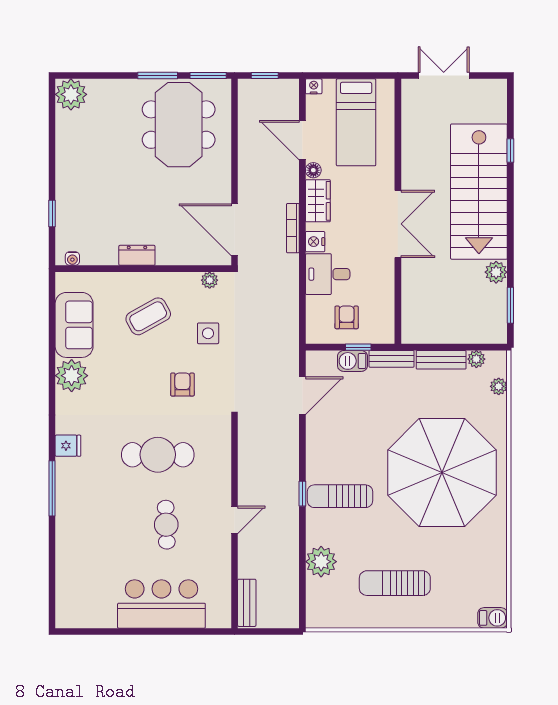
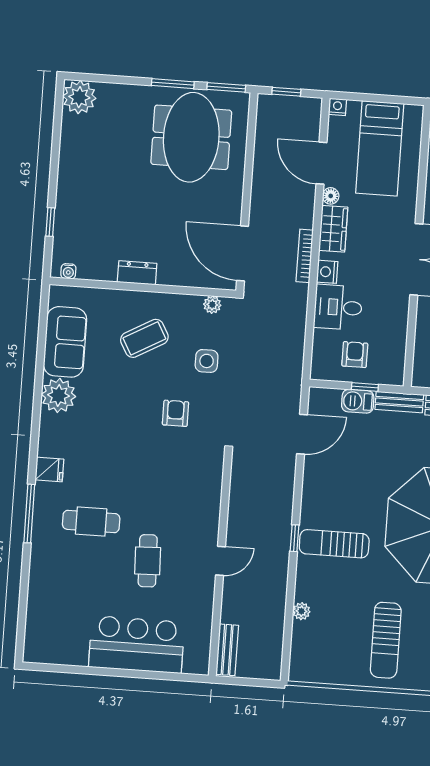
cafe table: (158, 455) -> (91, 521), moved, width x0.73, depth x0.74
plant: (321, 562) -> (301, 611), width x0.53, depth x0.53
sun lounger: (395, 583) -> (386, 640), turned -90

